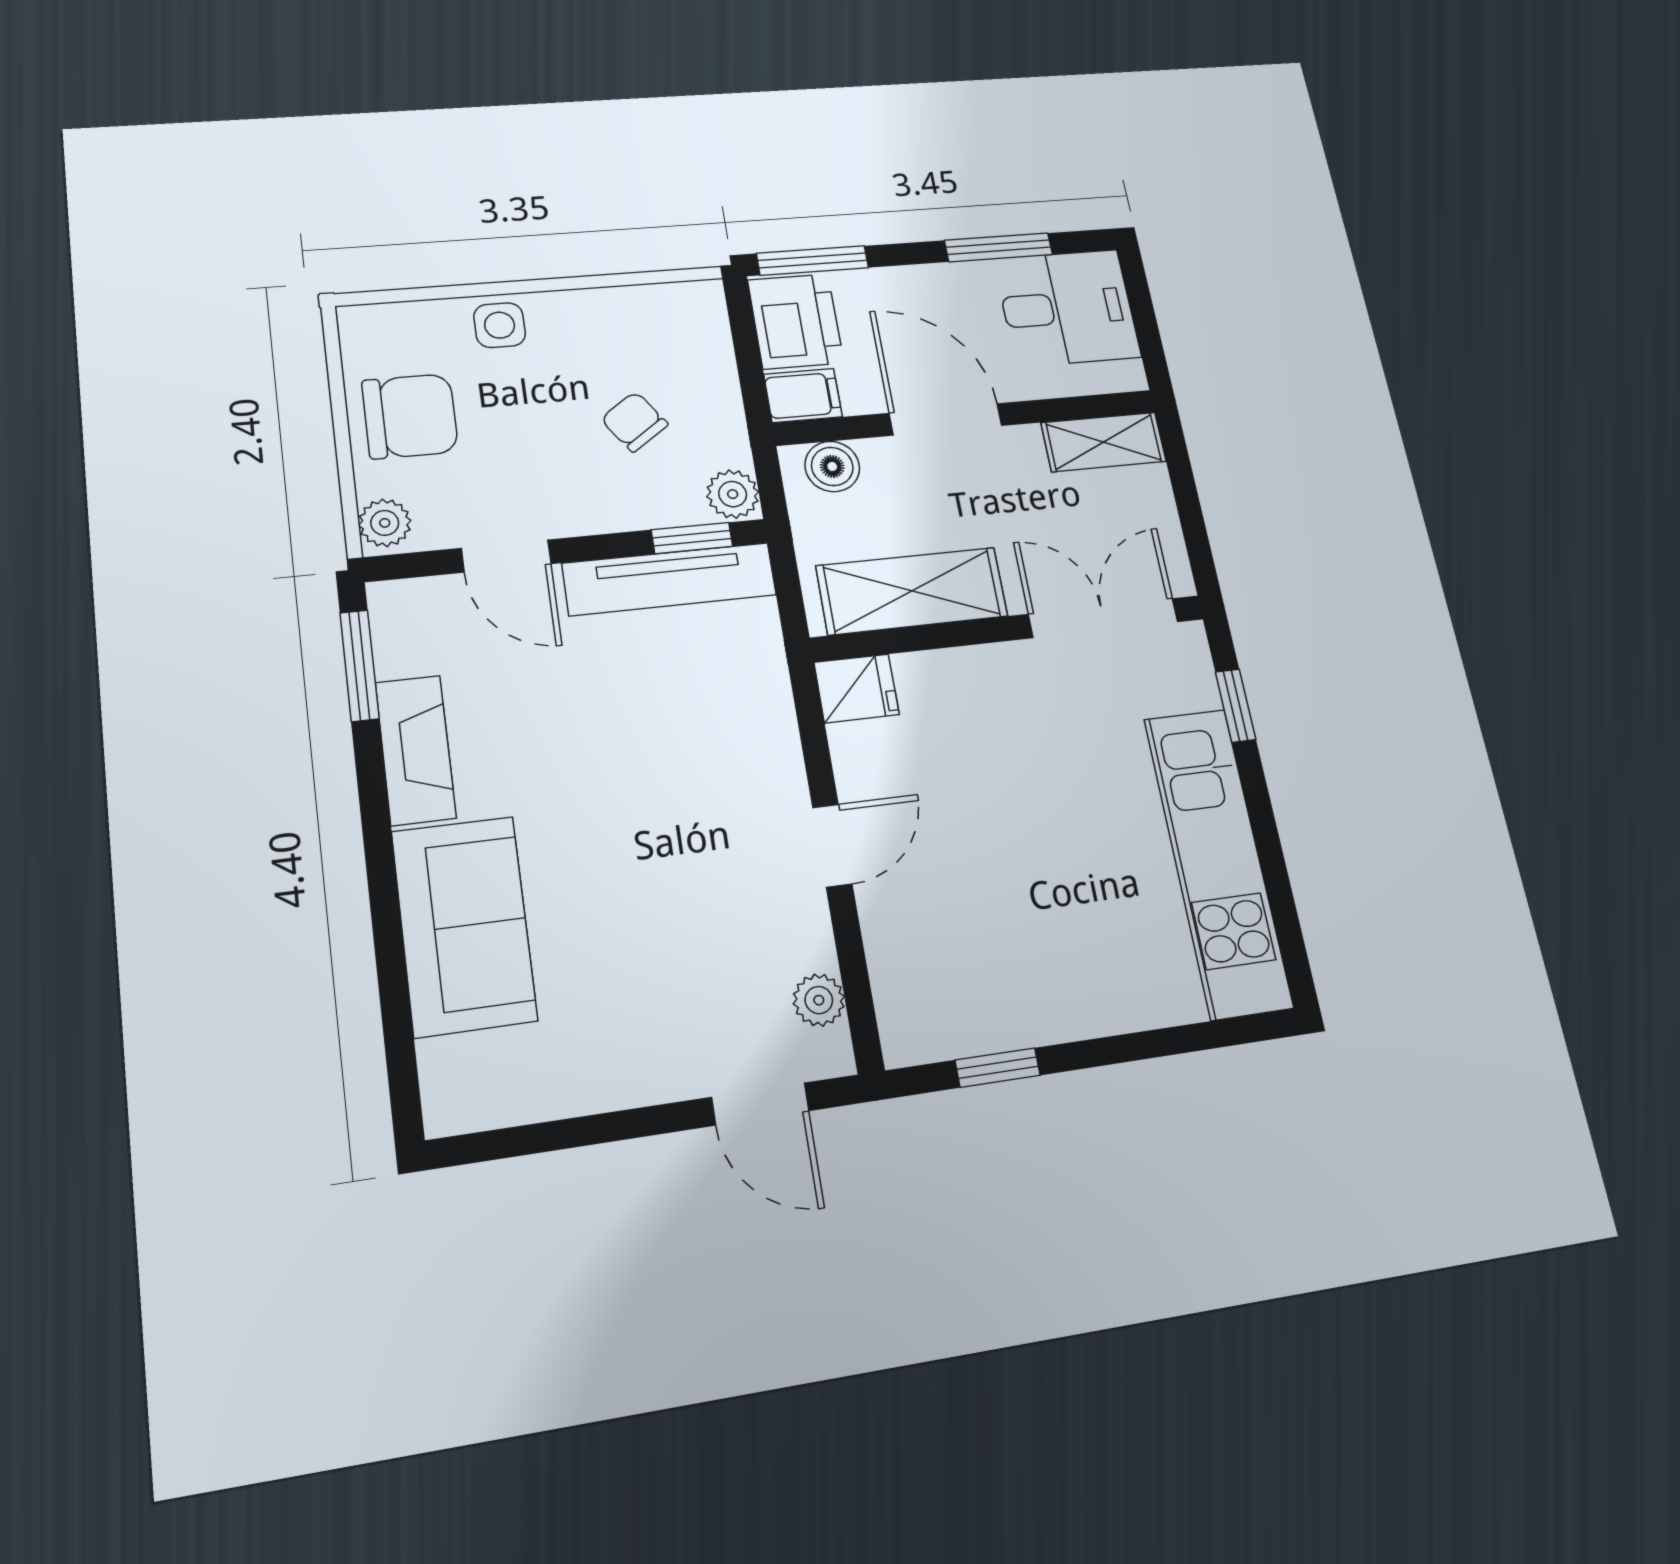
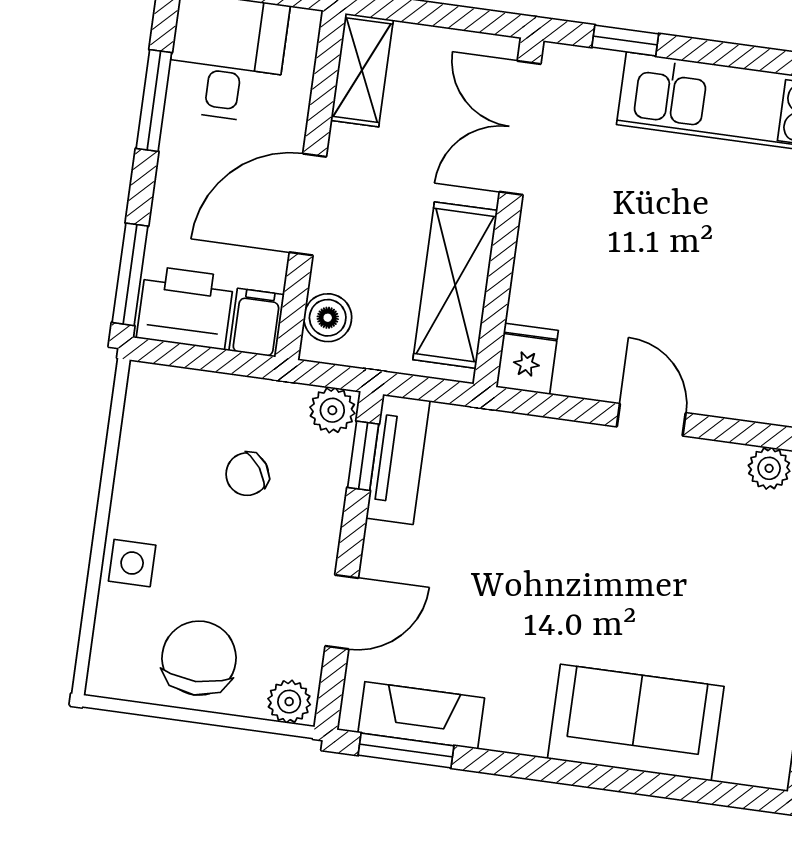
tv unit: (670, 579) -> (398, 459), width x0.71
fireplace: (416, 750) -> (421, 715), moved

